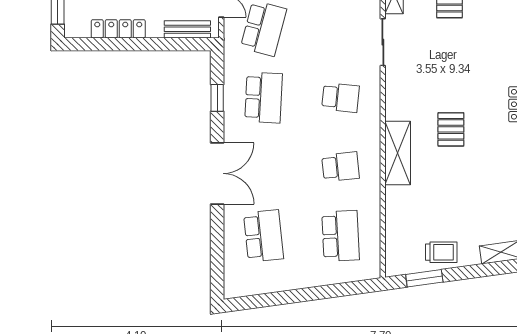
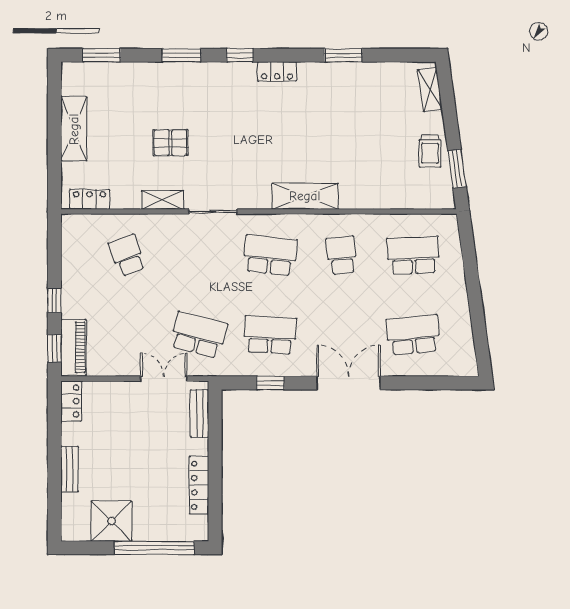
school desk: (341, 98) -> (270, 255), width x1.85
pallet: (451, 129) -> (303, 141), removed
shelving: (398, 153) -> (305, 196), moved
trolley: (441, 252) -> (430, 151), turned 180

